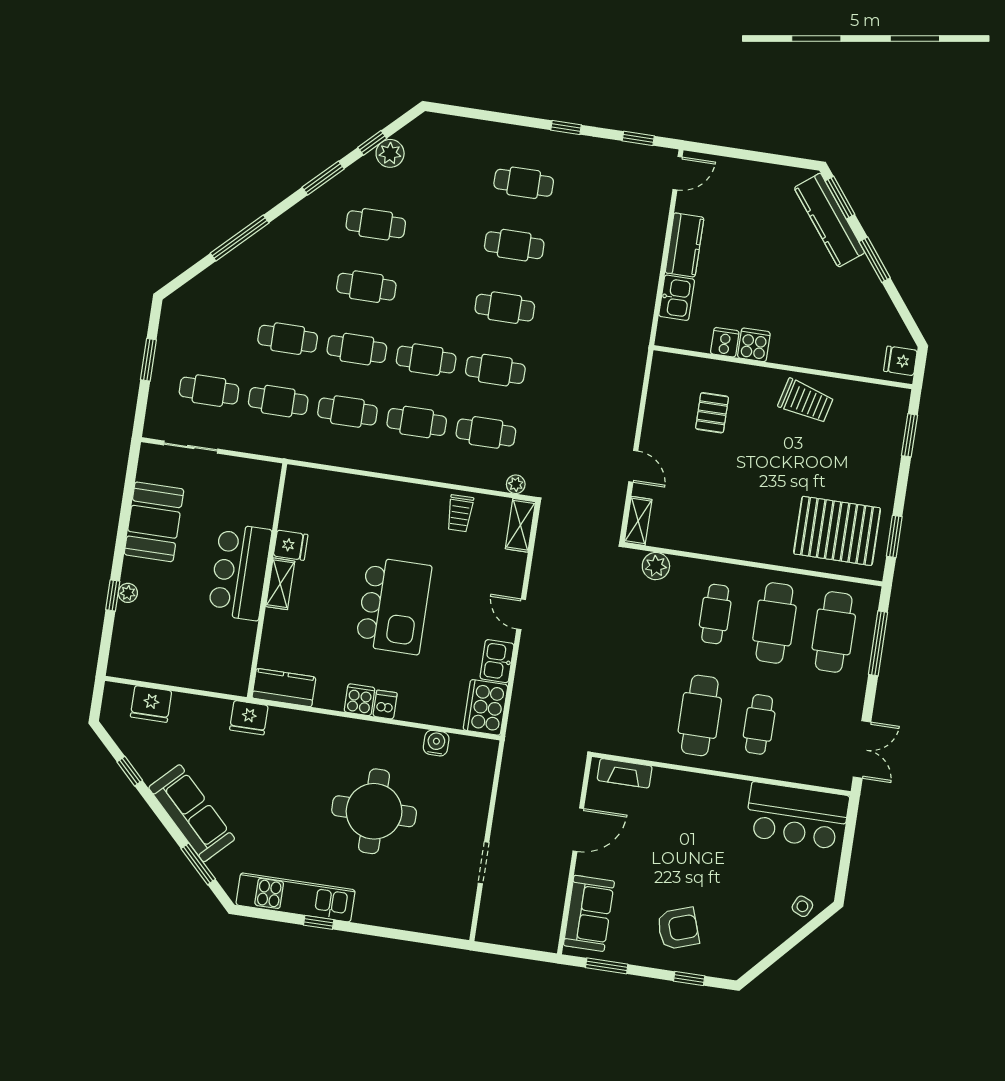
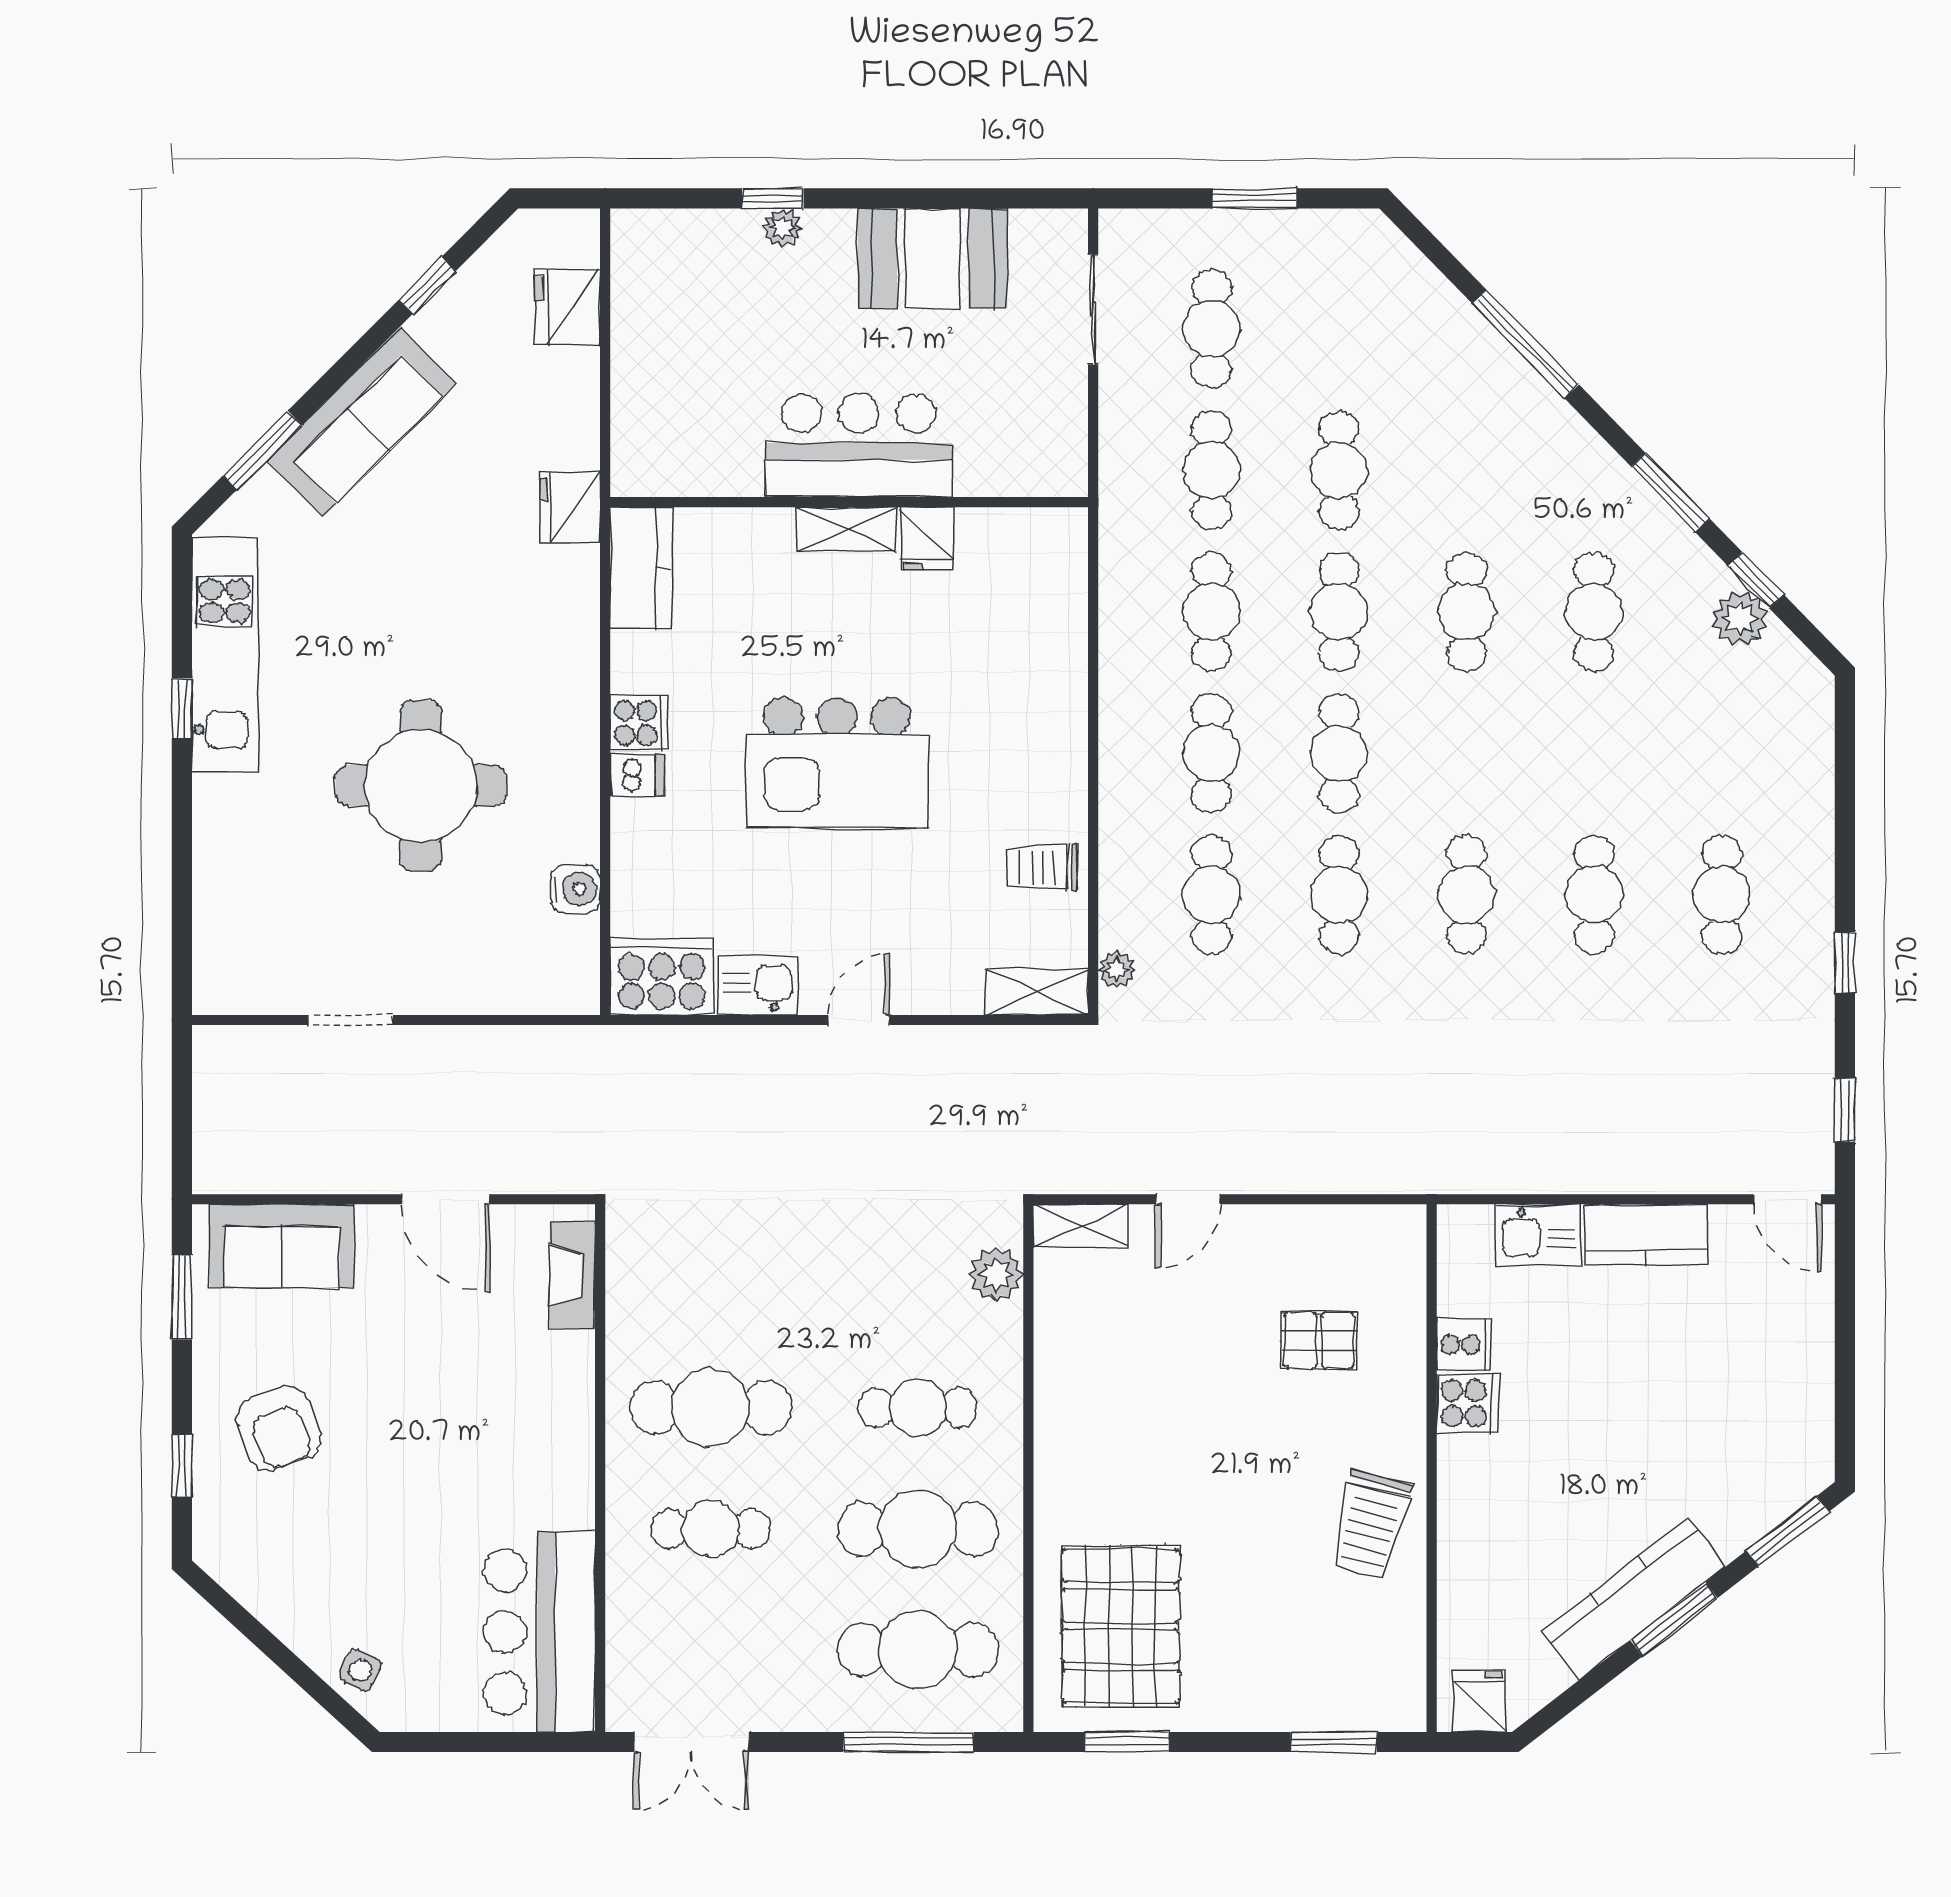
kitchen counter: (829, 220) -> (1633, 1599), moved

